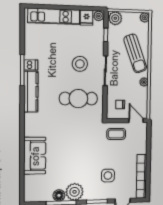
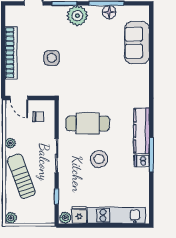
plant: (115, 18) -> (46, 216), removed
stool: (80, 64) -> (99, 159), moved
coffee table: (116, 134) -> (43, 82), removed
sofa: (35, 156) -> (137, 43), moved
side table: (108, 176) -> (52, 58), moved
bookcase: (141, 176) -> (11, 53), moved
plant: (75, 192) -> (77, 16), moved

